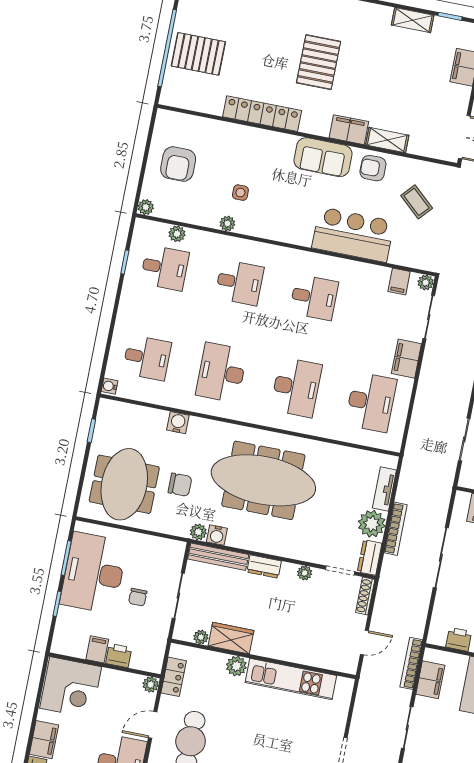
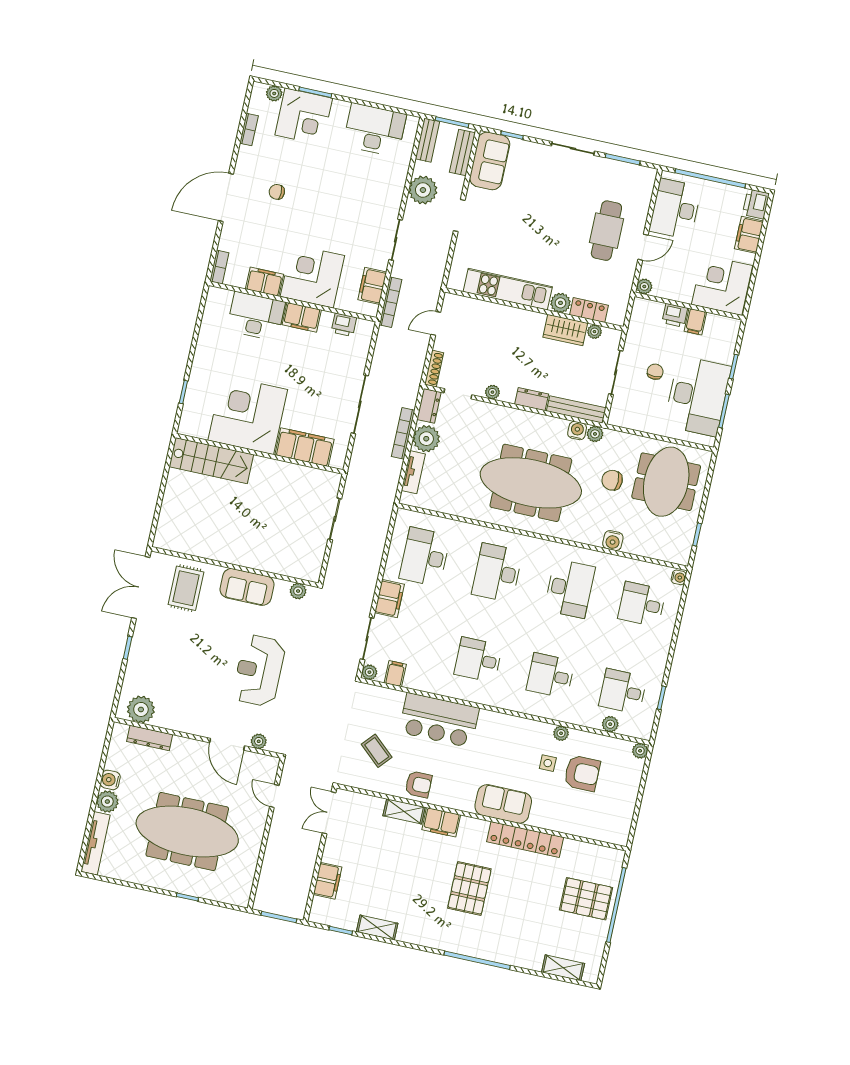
sofa: (323, 157) -> (503, 804), moved
armchair: (178, 164) -> (582, 773), moved, turned 90
locker: (174, 677) -> (589, 310), moved, turned 90

